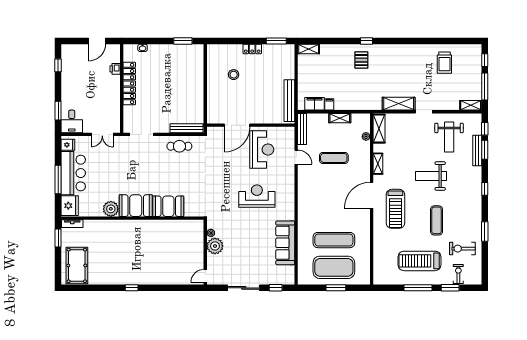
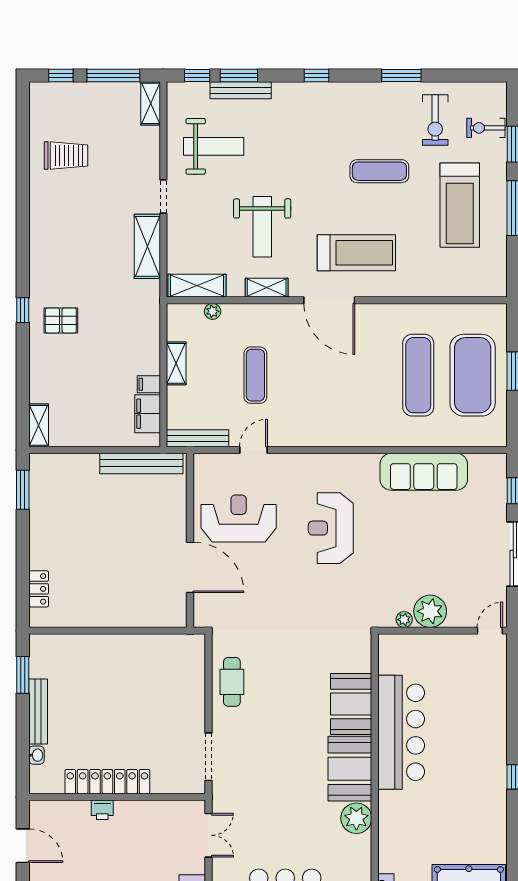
locker: (252, 49) -> (39, 589), moved
printer: (115, 69) -> (102, 810), moved
stool: (234, 75) -> (90, 574), removed
bench: (187, 128) -> (38, 712), moved
weight bench: (431, 176) -> (262, 227), moved
bar counter: (154, 231) -> (401, 732), added
door: (205, 276) -> (490, 631), swing flipped

